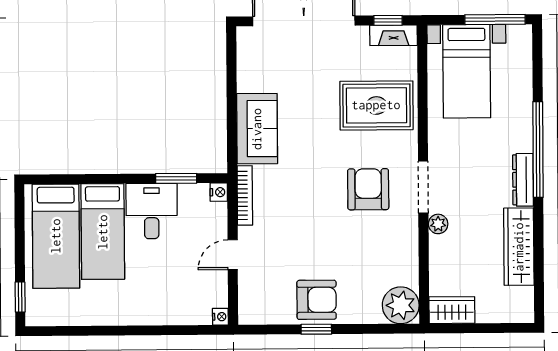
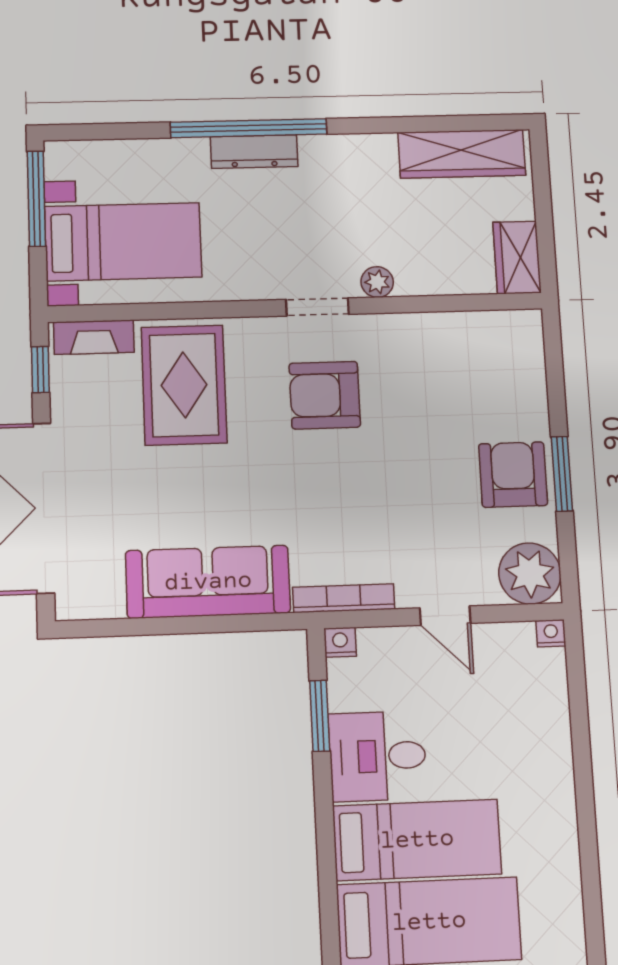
fireplace: (394, 35) -> (94, 337), moved, turned 90
sofa: (257, 129) -> (208, 582), width x1.36
dresser: (523, 180) -> (254, 152), moved
doorway: (423, 187) -> (317, 307), width x0.73
wardrobe: (519, 247) -> (462, 154), moved
plant: (401, 305) -> (530, 574), moved
window: (316, 329) -> (562, 474), width x1.50

